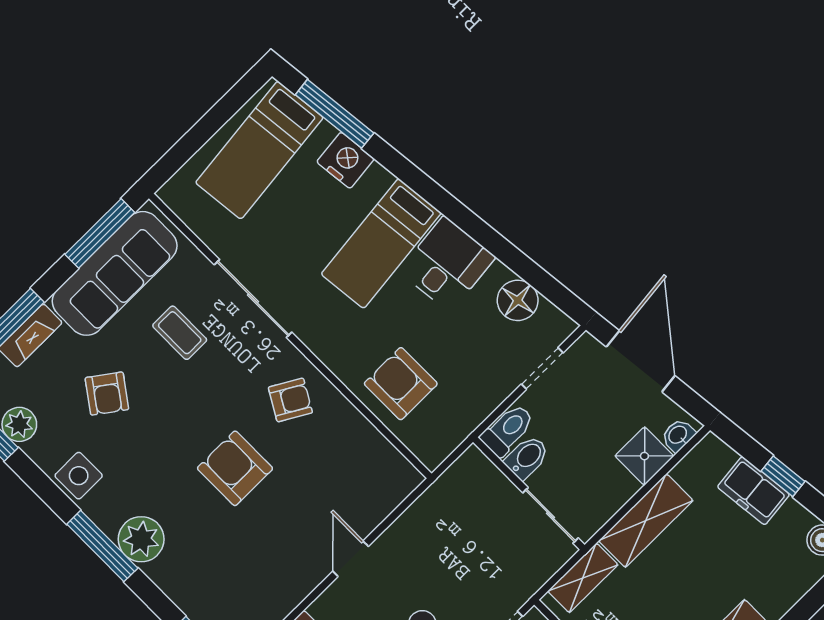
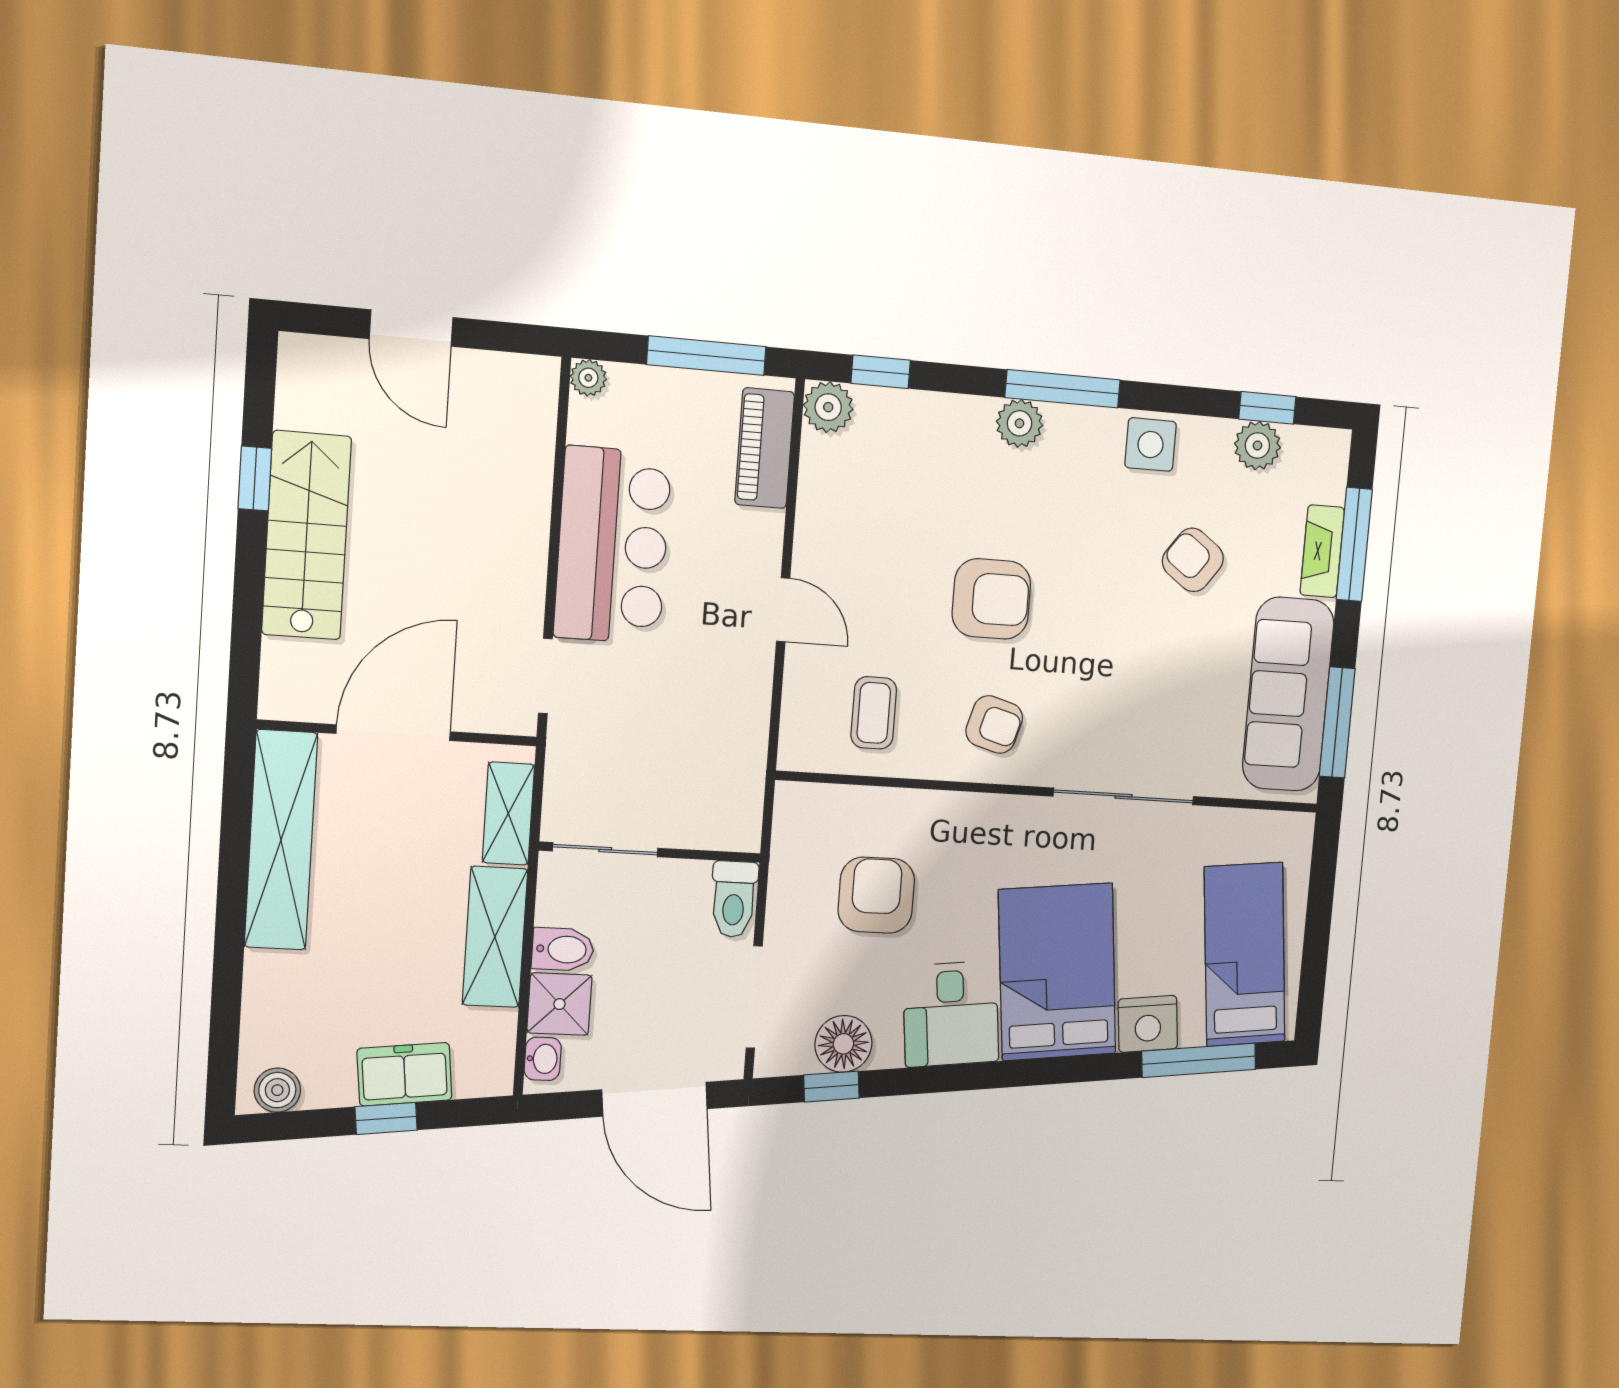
bed: (381, 243) -> (1057, 972), width x1.50
window: (544, 283) -> (831, 1087), added
coffee table: (180, 333) -> (874, 713), moved, turned 90
doorway: (542, 368) -> (754, 997), width x1.38
armchair: (401, 384) -> (876, 895), moved, turned -90
armchair: (290, 400) -> (994, 724), turned -104
bidet: (527, 457) -> (563, 949), moved, turned -90
plant: (141, 539) -> (1020, 423), width x0.73, depth x0.73

